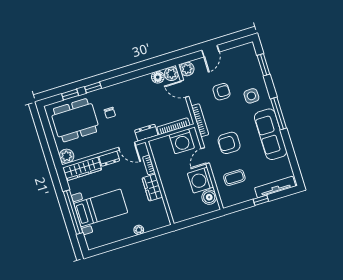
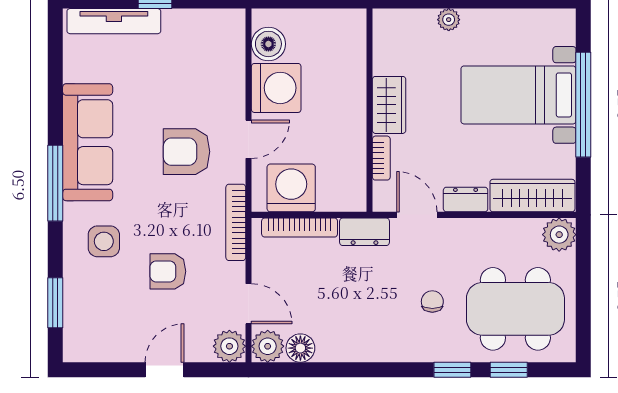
armchair: (229, 143) -> (186, 152), turned 180
coffee table: (234, 178) -> (199, 70), removed

